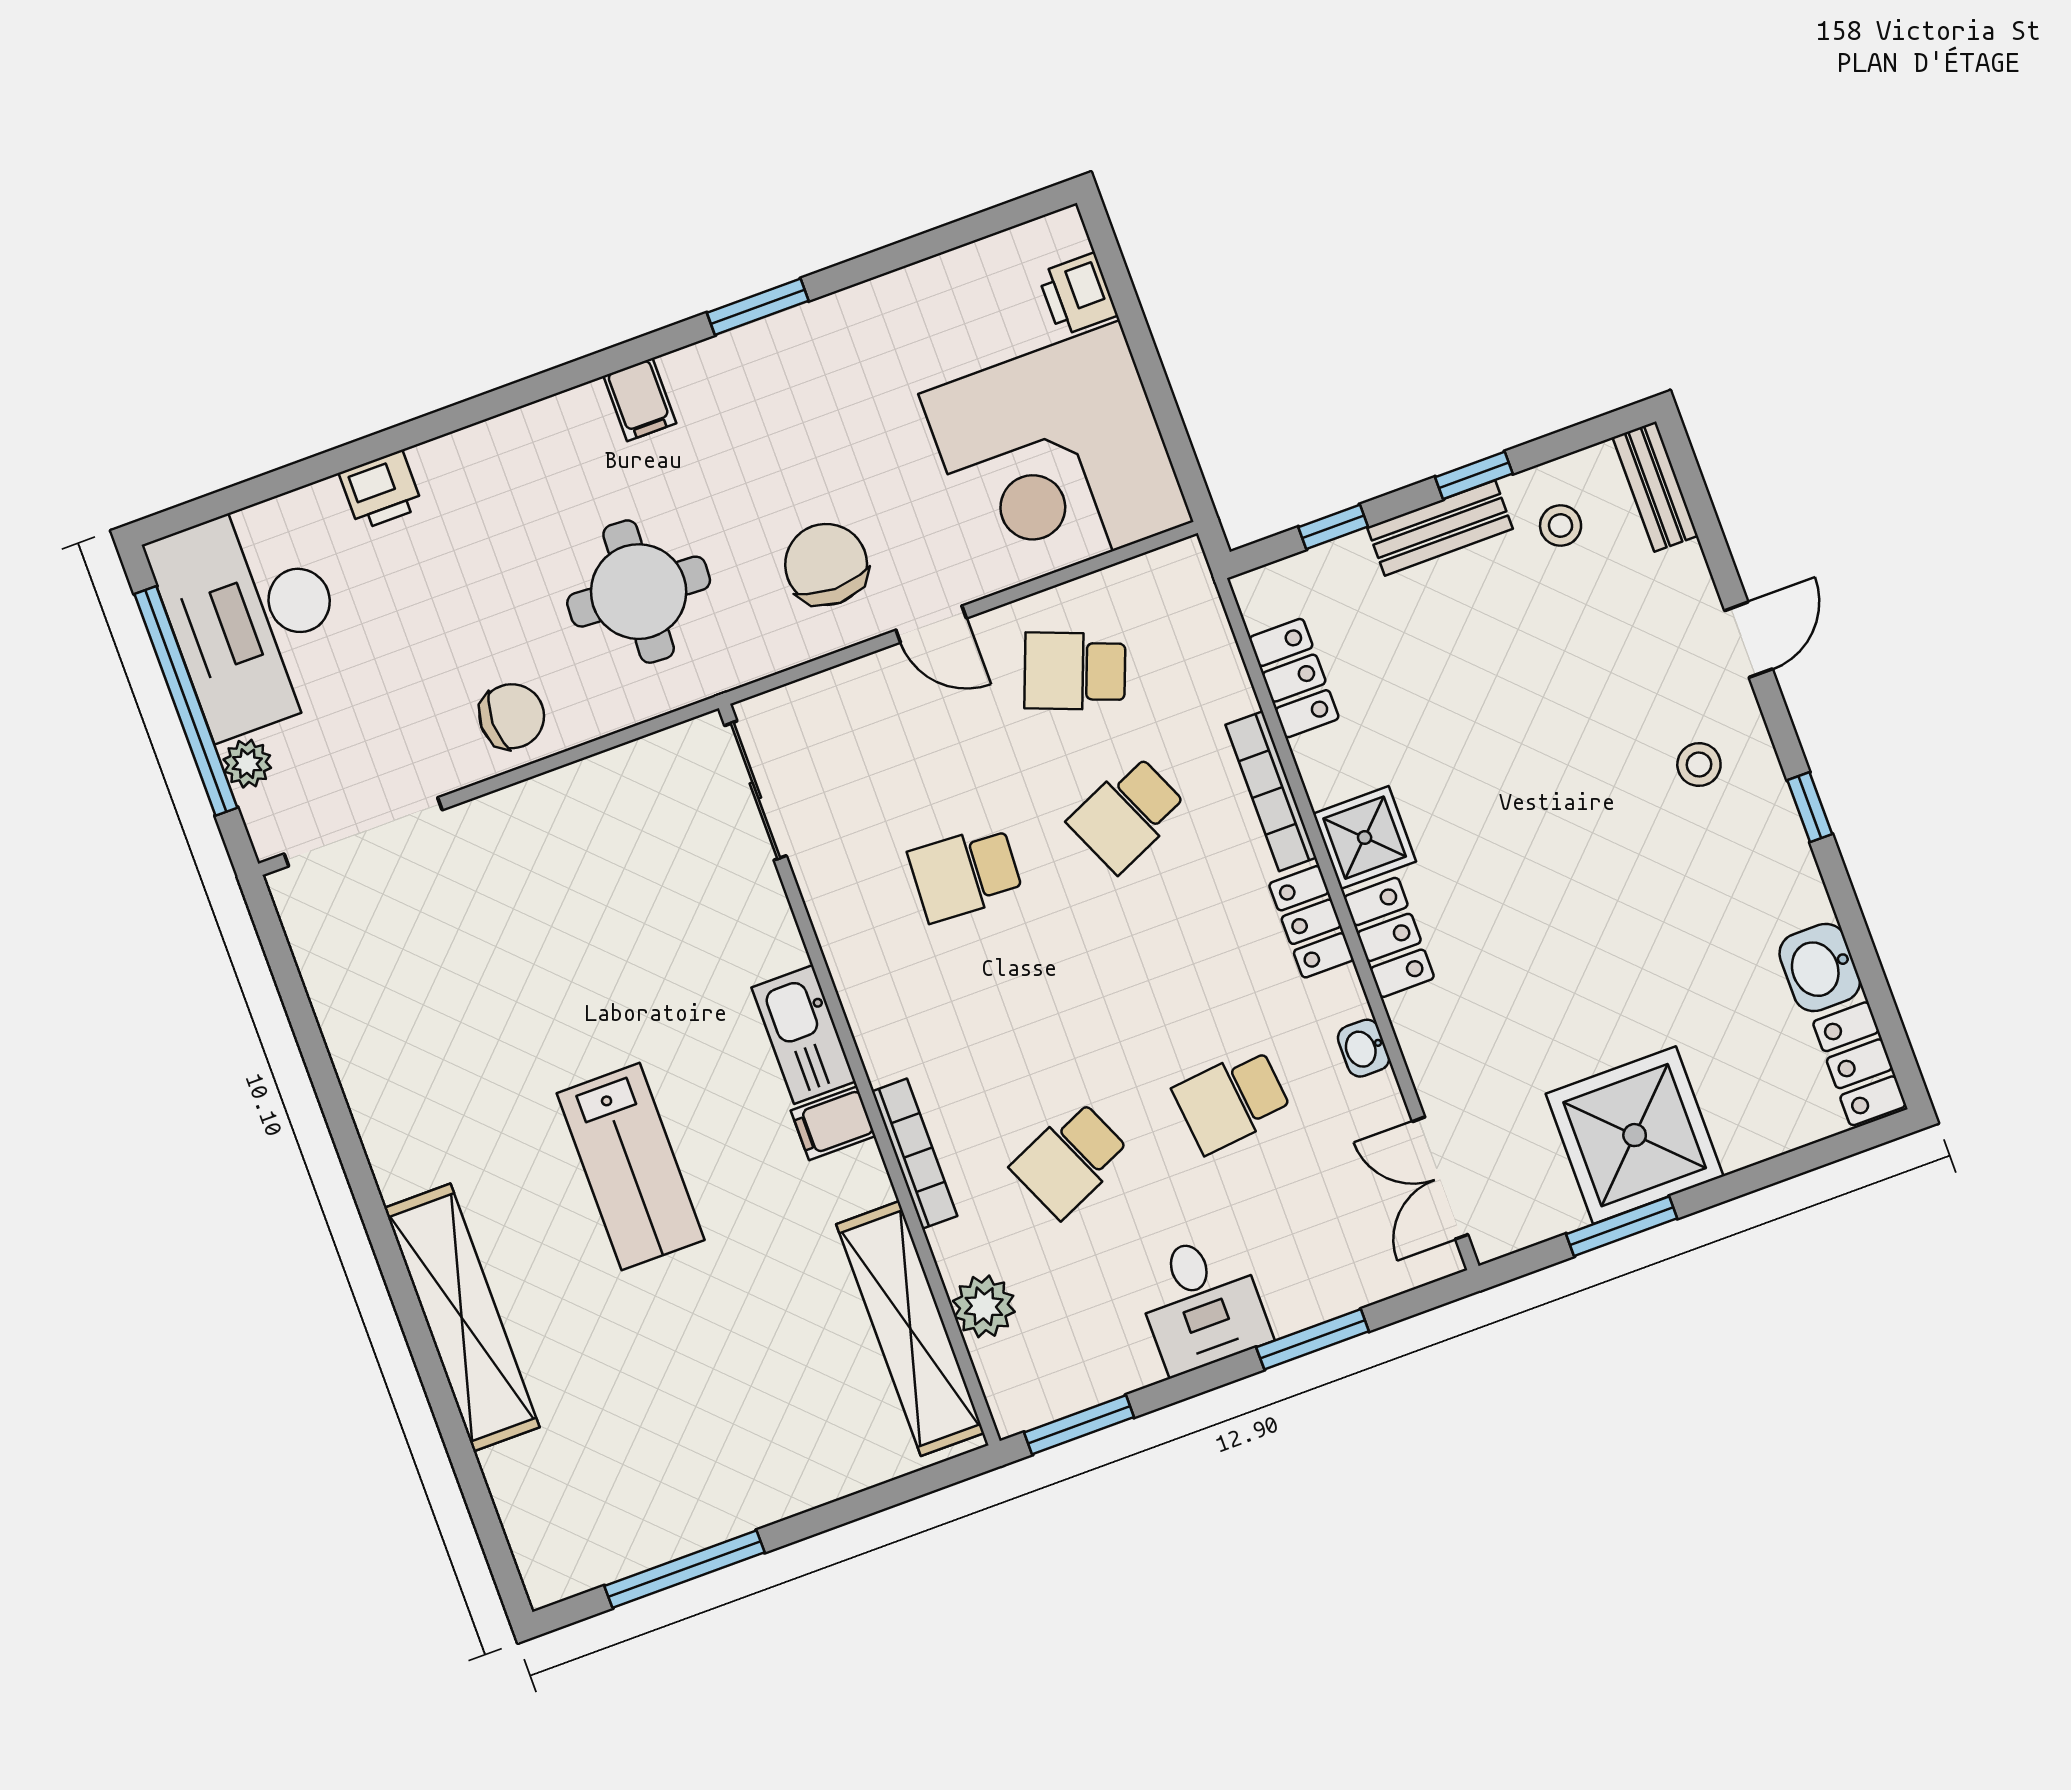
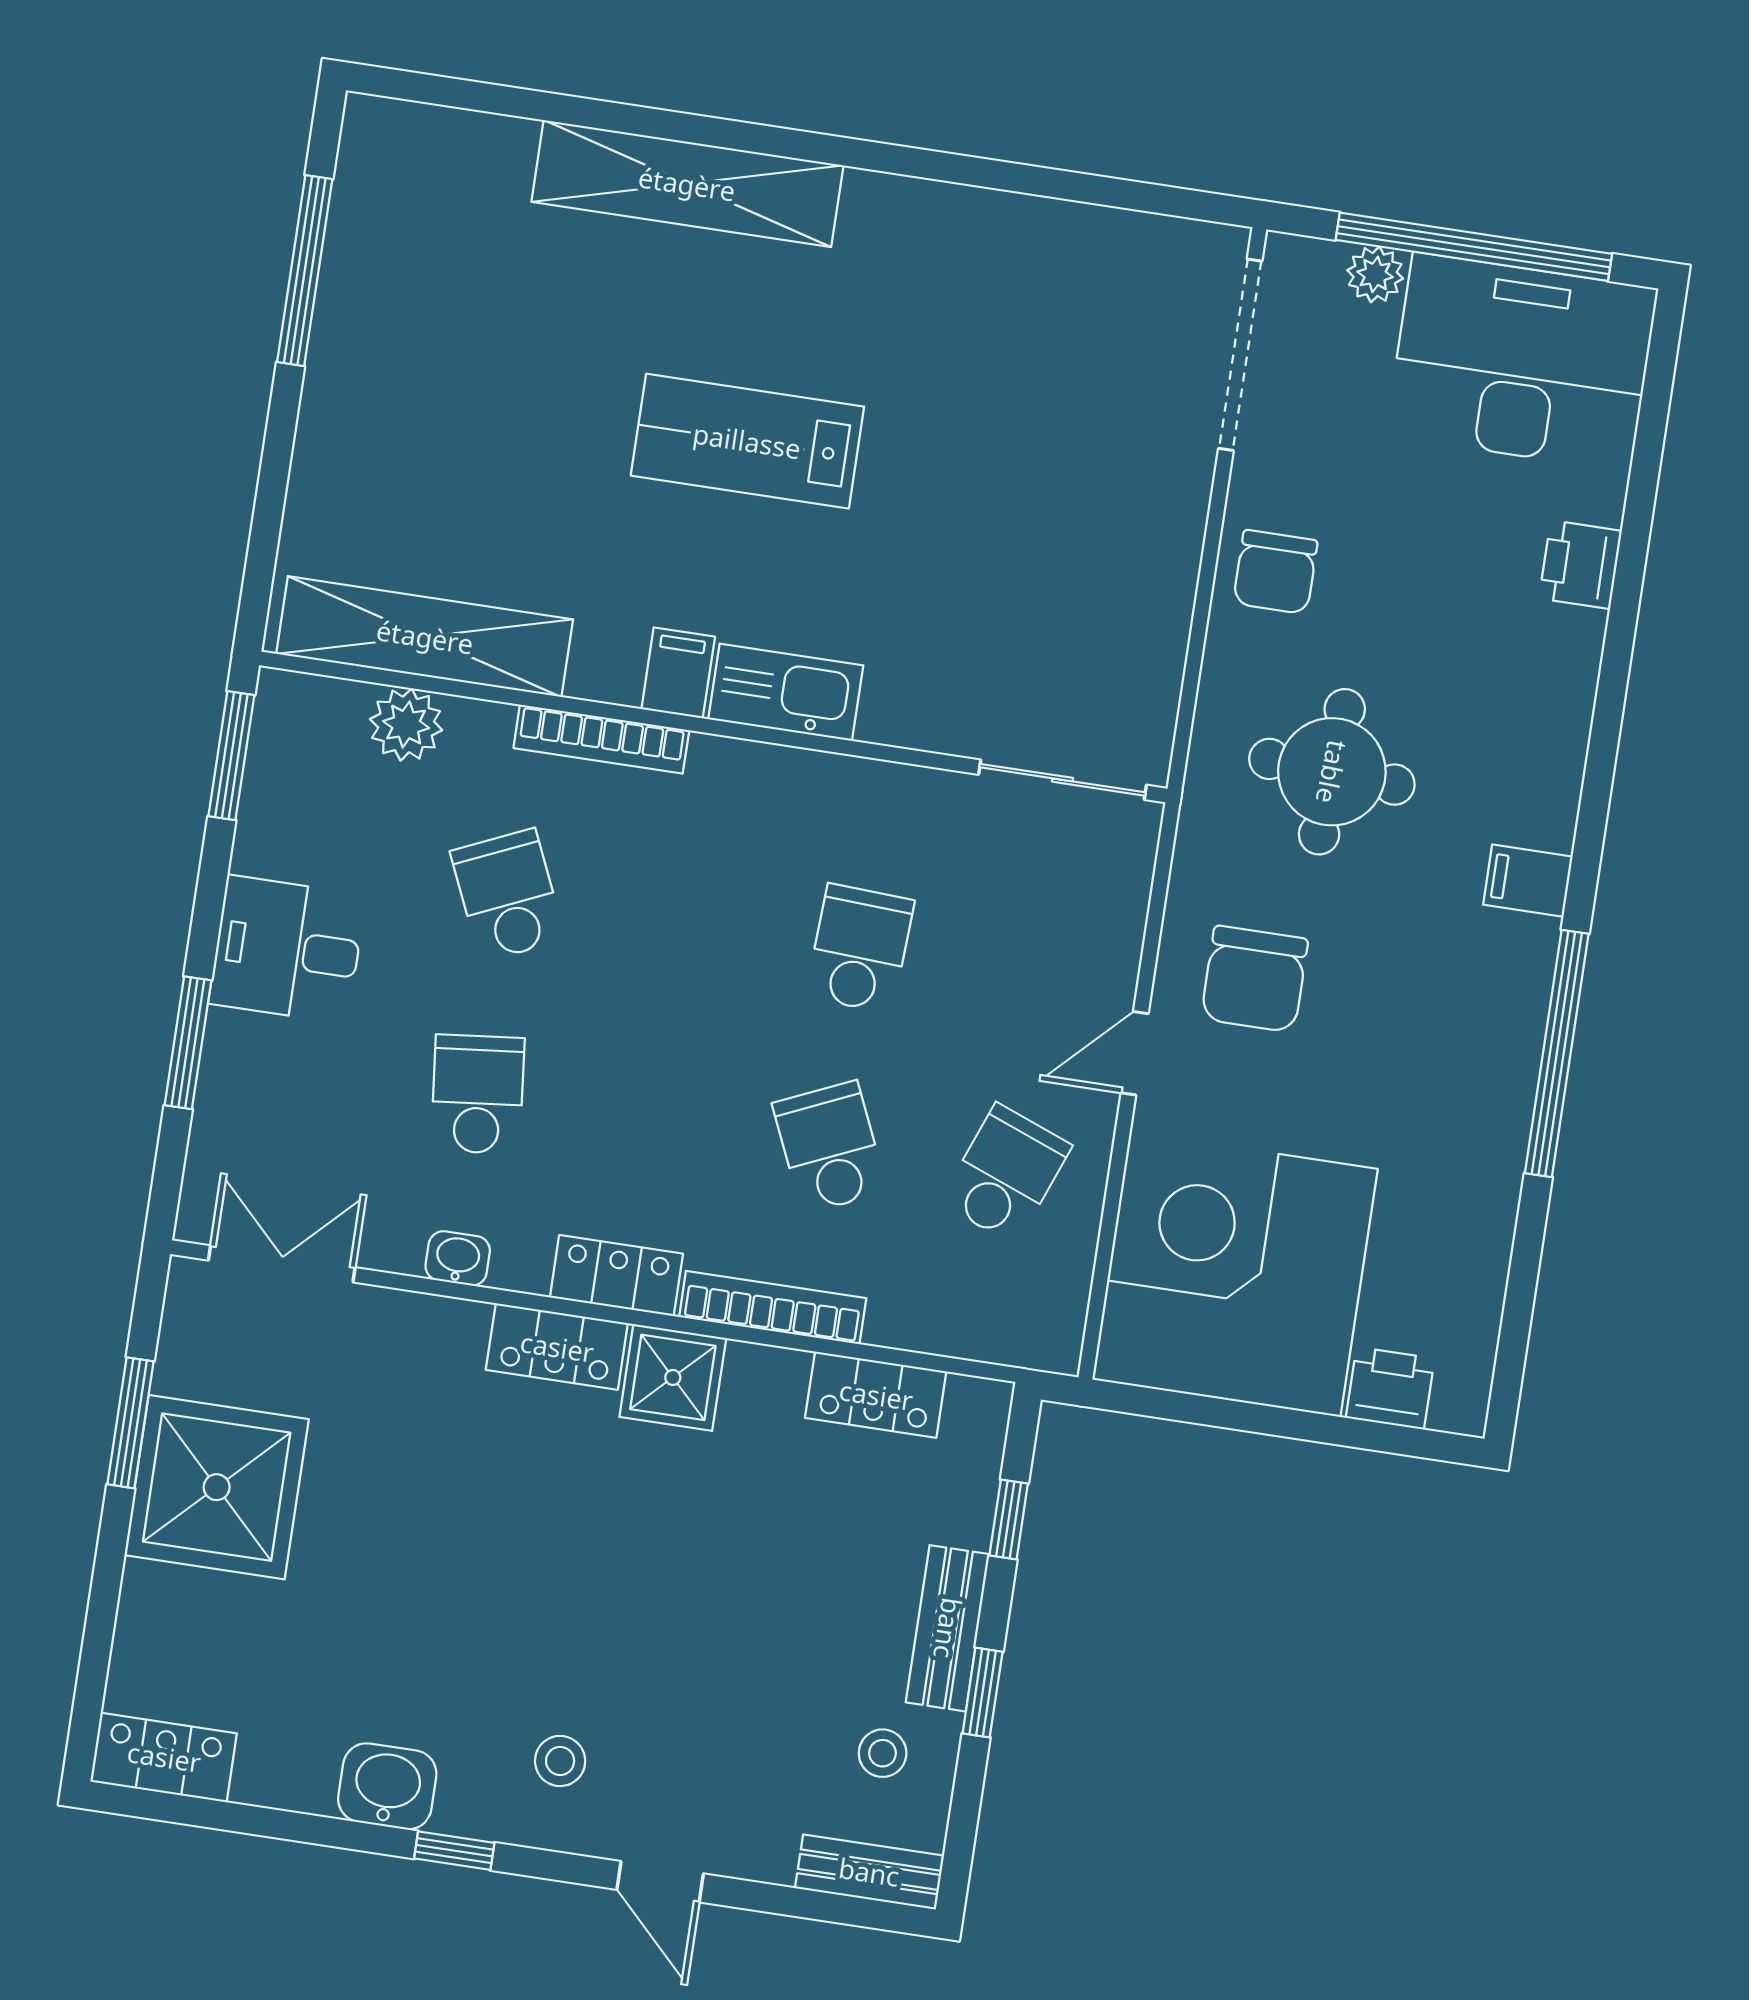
window: (758, 307) -> (1557, 1053), width x2.11
chair: (826, 565) -> (1254, 979), turned 90
washbasin: (1820, 968) -> (387, 1786), moved

